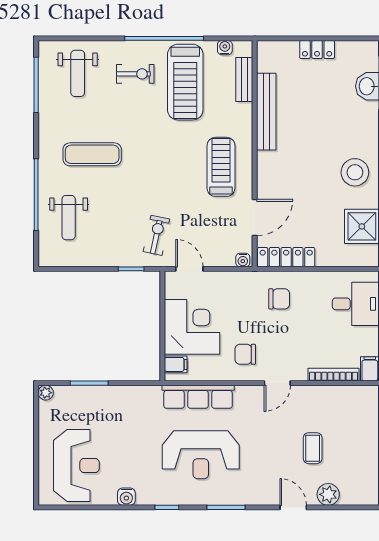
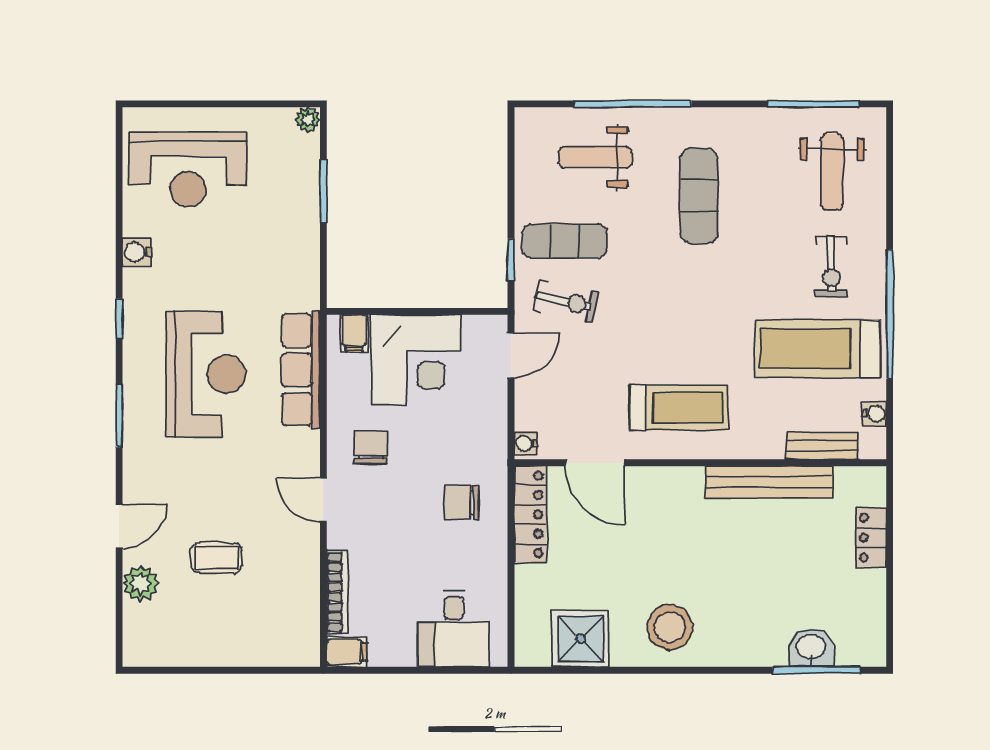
locker: (317, 50) -> (871, 538), moved
weight bench: (78, 73) -> (832, 172), turned -90
exercise mat: (120, 236) -> (565, 241), added
chair: (279, 299) -> (462, 503), turned 90
reception desk: (201, 455) -> (206, 374), turned 180

